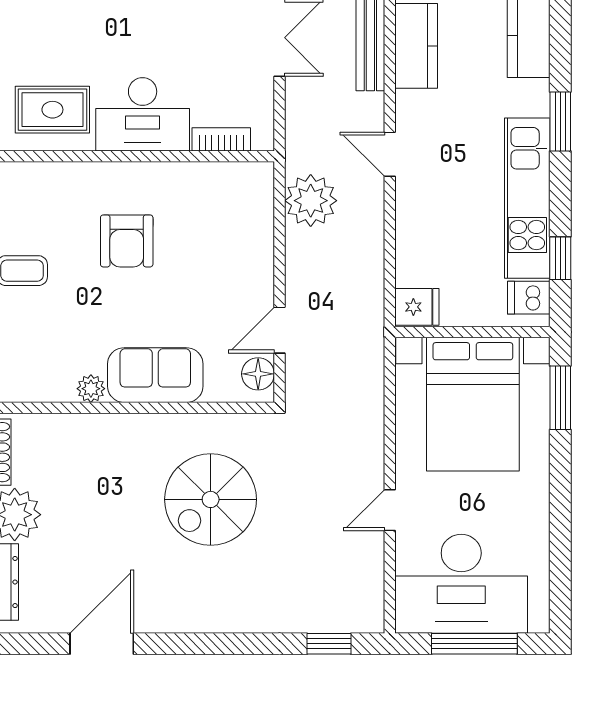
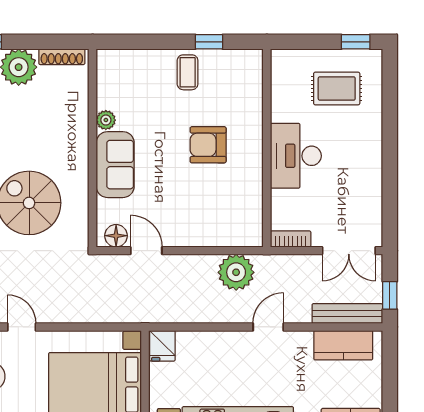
rug: (52, 110) -> (337, 88), moved, turned 90
bookcase: (221, 139) -> (291, 239), moved, turned -90

